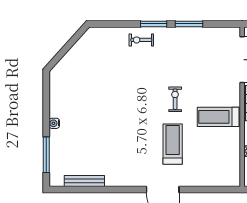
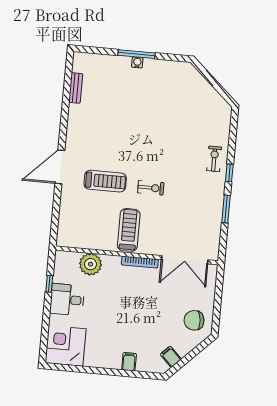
window: (154, 24) -> (229, 173), width x0.67
window: (46, 155) -> (136, 54), moved
bench: (84, 181) -> (76, 88), width x0.73

